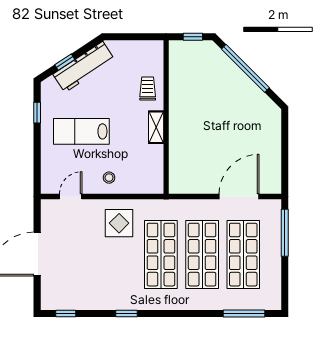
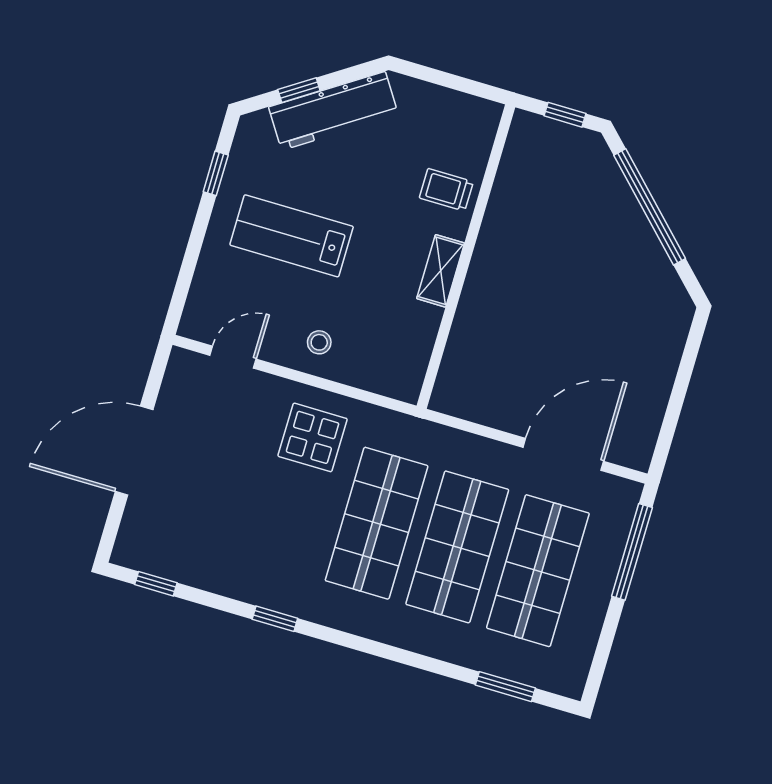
trolley: (148, 88) -> (446, 190), turned -90
window: (244, 313) -> (505, 687), width x0.69

